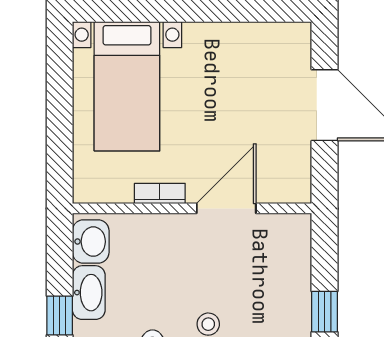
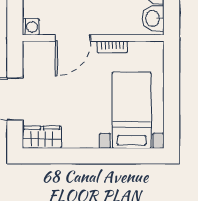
wardrobe: (279, 41) -> (42, 137), added
washing machine: (298, 227) -> (31, 27), added

